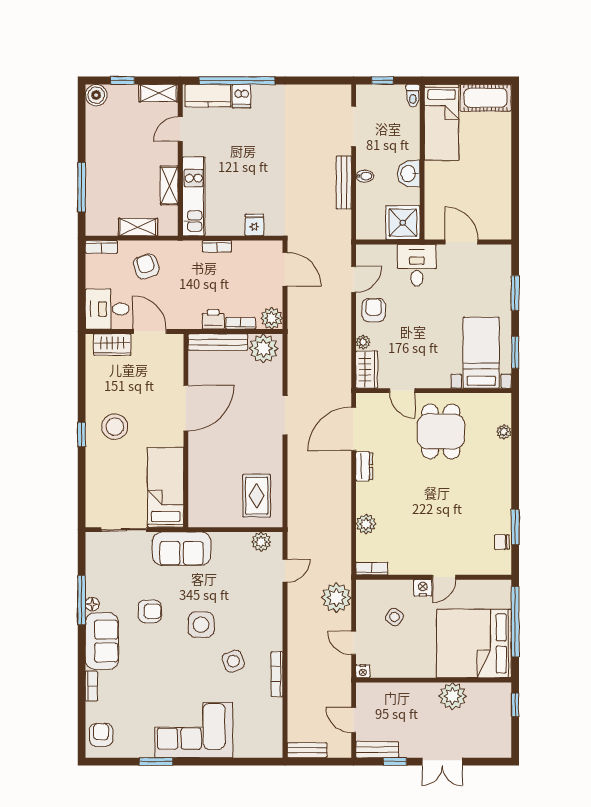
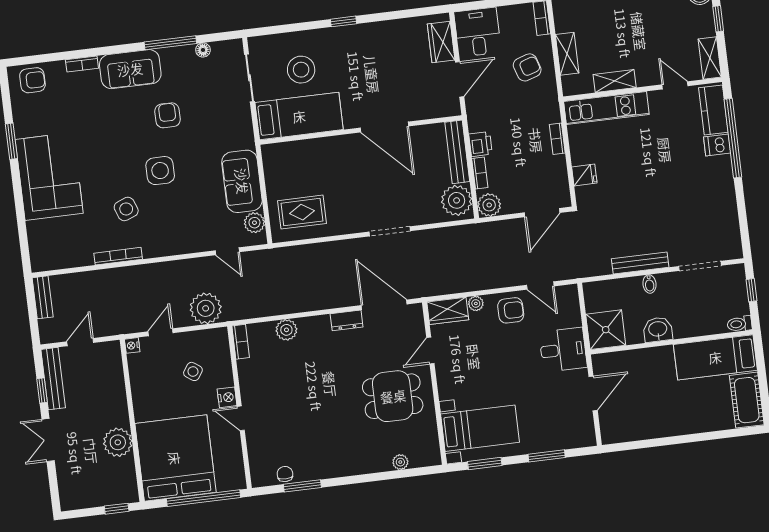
stool: (115, 427) -> (301, 70), moved
sofa: (182, 549) -> (242, 181), moved
floor lamp: (92, 604) -> (203, 50), moved
armchair: (150, 611) -> (167, 115), turned 180
bench: (377, 750) -> (53, 379), width x1.36

